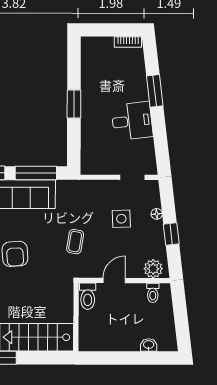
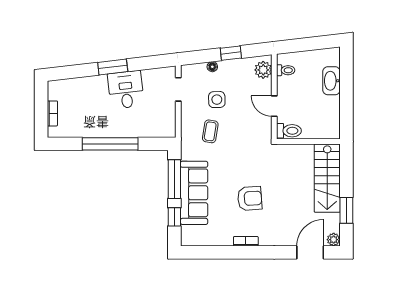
bookcase: (128, 42) -> (52, 113), moved
window: (155, 91) -> (113, 67), moved
window: (74, 104) -> (110, 144), width x2.11
coffee table: (75, 242) -> (210, 131), moved, turned 90
washbasin: (149, 345) -> (331, 81), width x1.91, depth x1.45

